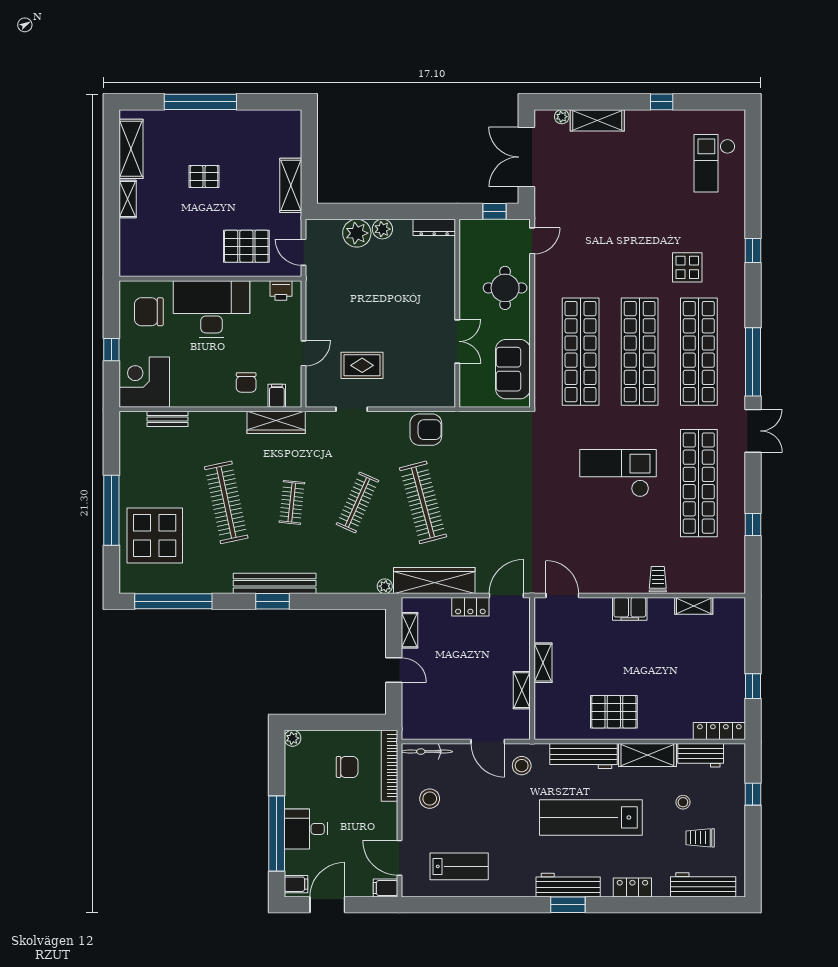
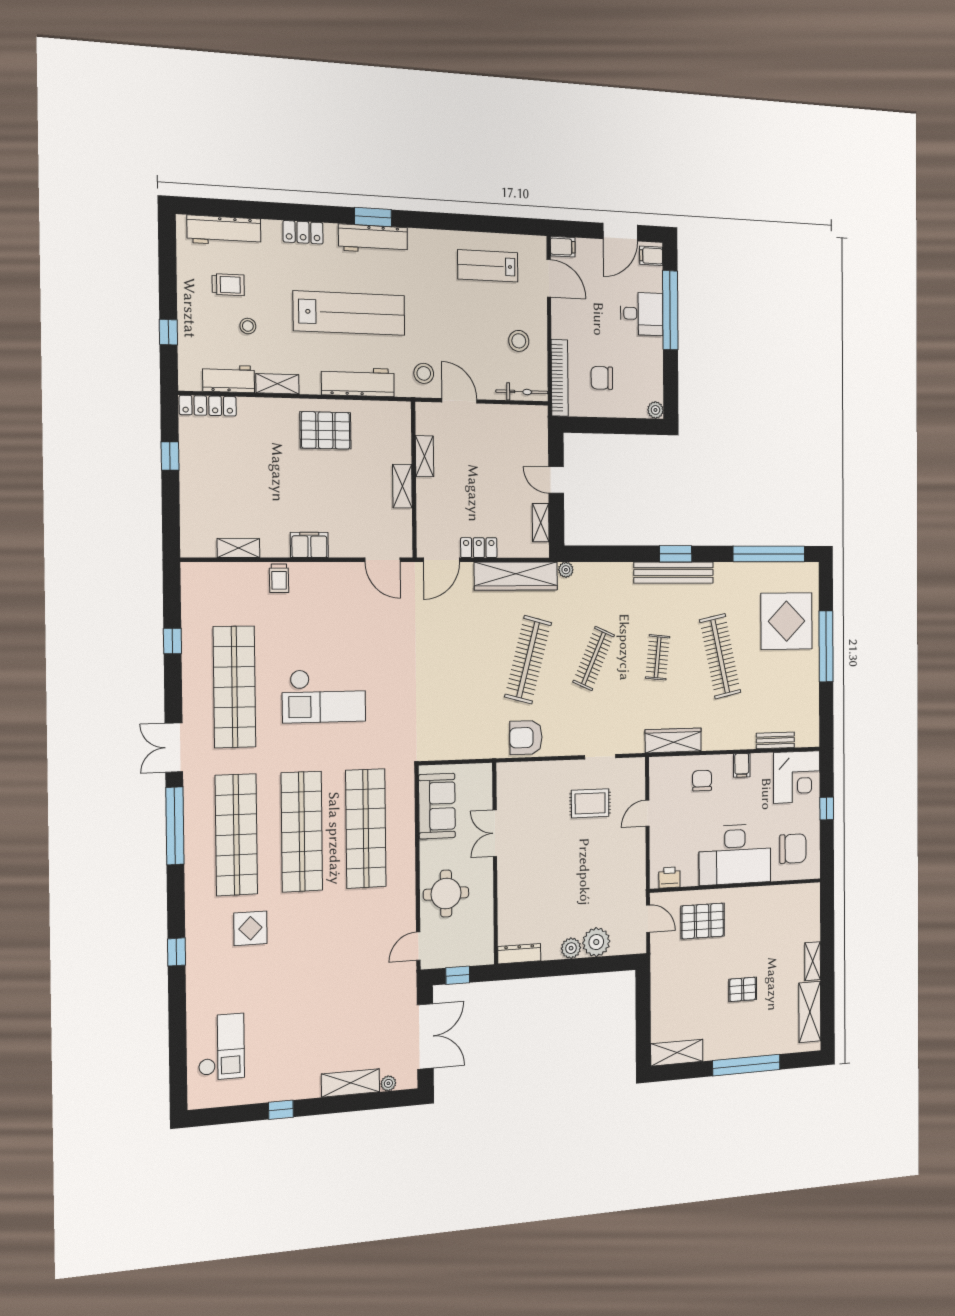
shelving: (291, 185) -> (677, 1053), moved, turned 90
filing cabinet: (277, 396) -> (742, 765), moved
clothes rail: (423, 502) -> (528, 660), turned 30
shelving: (647, 755) -> (277, 384), width x0.67, depth x0.75

